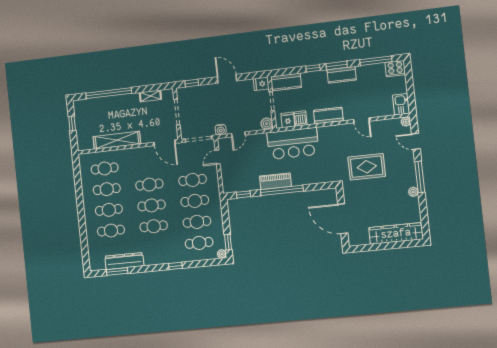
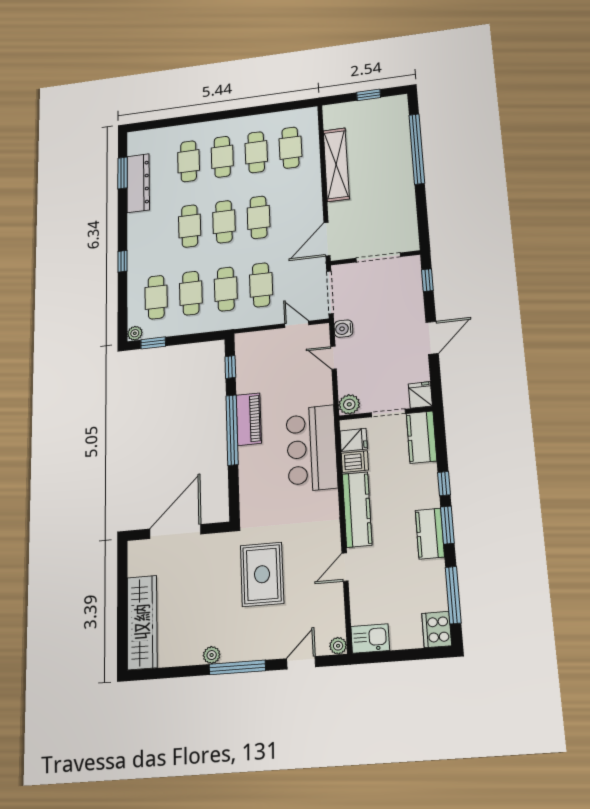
shelving: (150, 96) -> (409, 214), removed
kitchen counter: (328, 116) -> (357, 509), width x1.50

